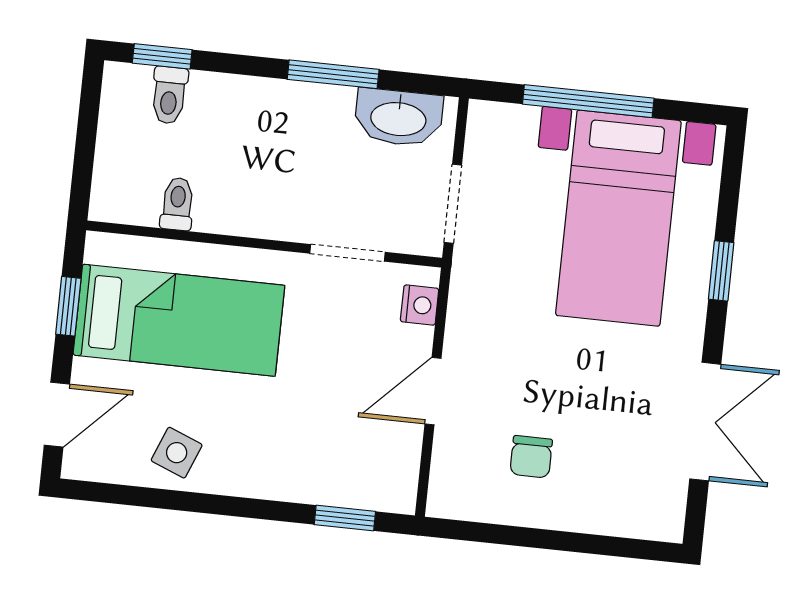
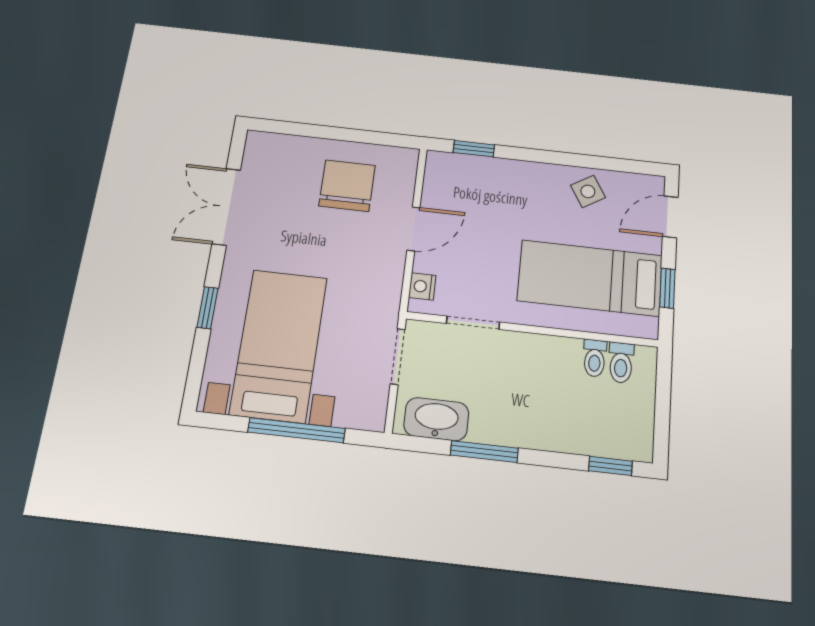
toilet: (169, 95) -> (621, 363), moved, turned 180
side table: (177, 453) -> (588, 191), turned 37
chair: (531, 457) -> (347, 186), width x1.87, depth x1.87

